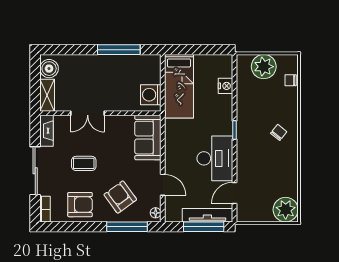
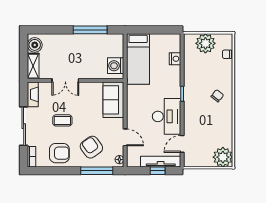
window: (204, 227) -> (158, 171), width x0.46

